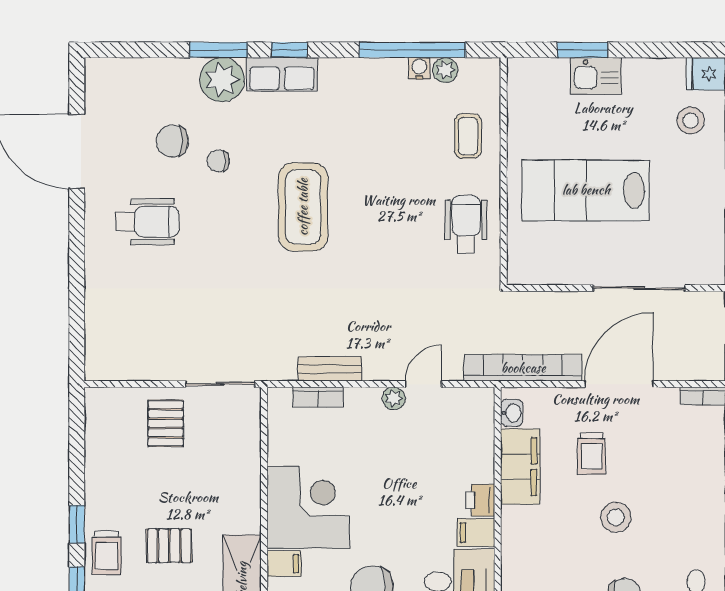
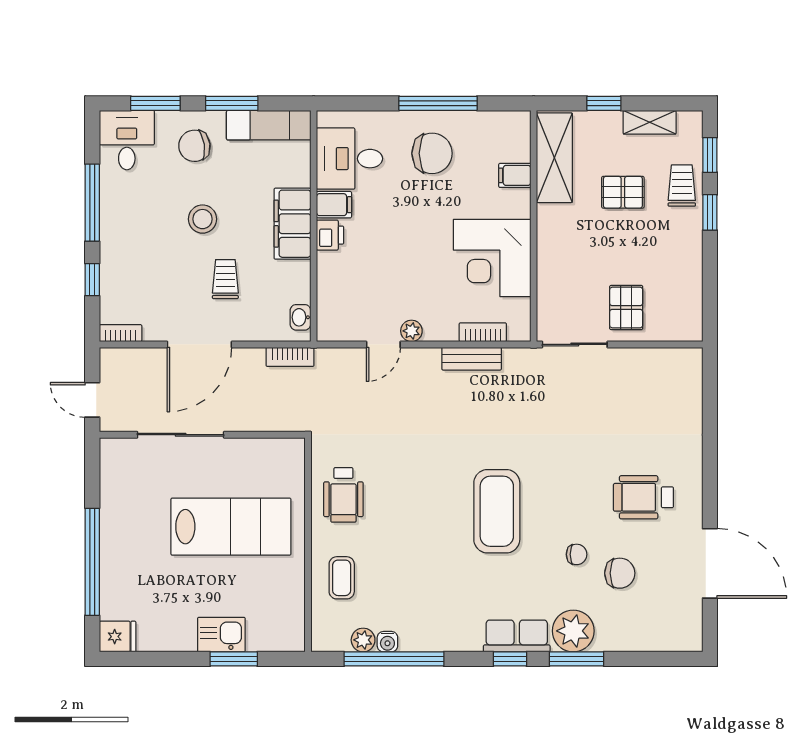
stool: (691, 121) -> (132, 592), removed
bookcase: (523, 368) -> (290, 357), width x0.43, depth x0.76
filing cabinet: (520, 467) -> (292, 224), moved
corner desk: (308, 507) -> (492, 258), moved

